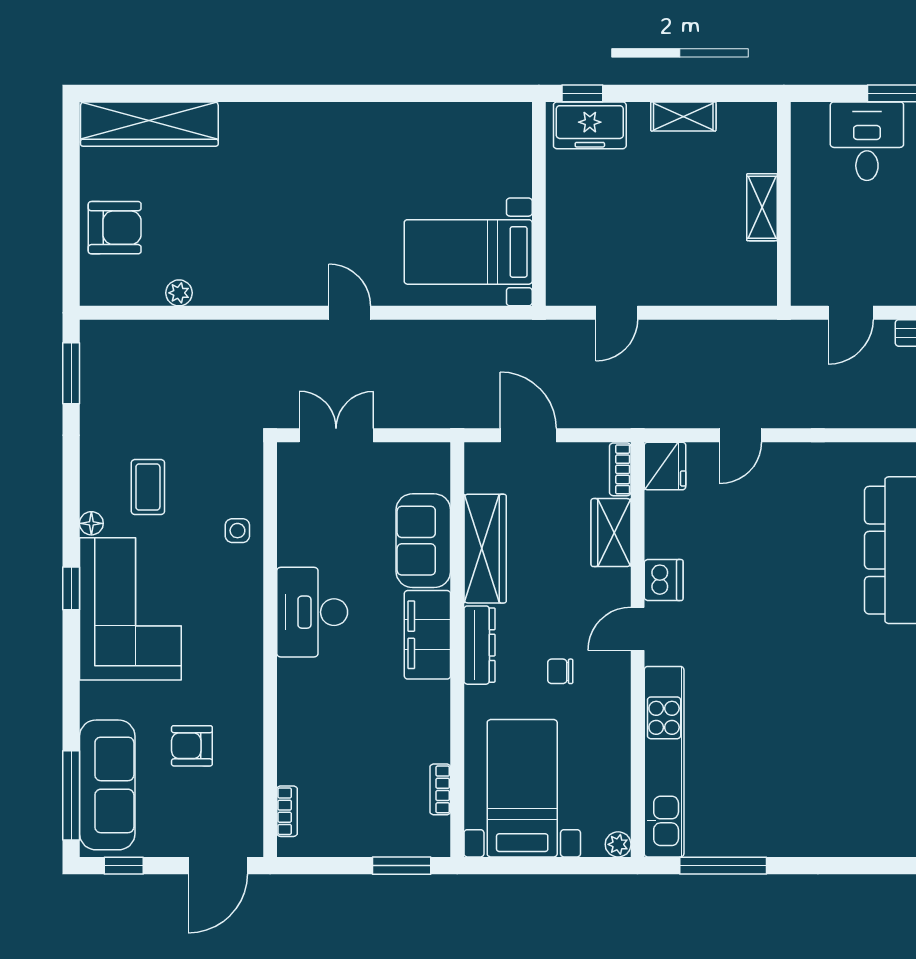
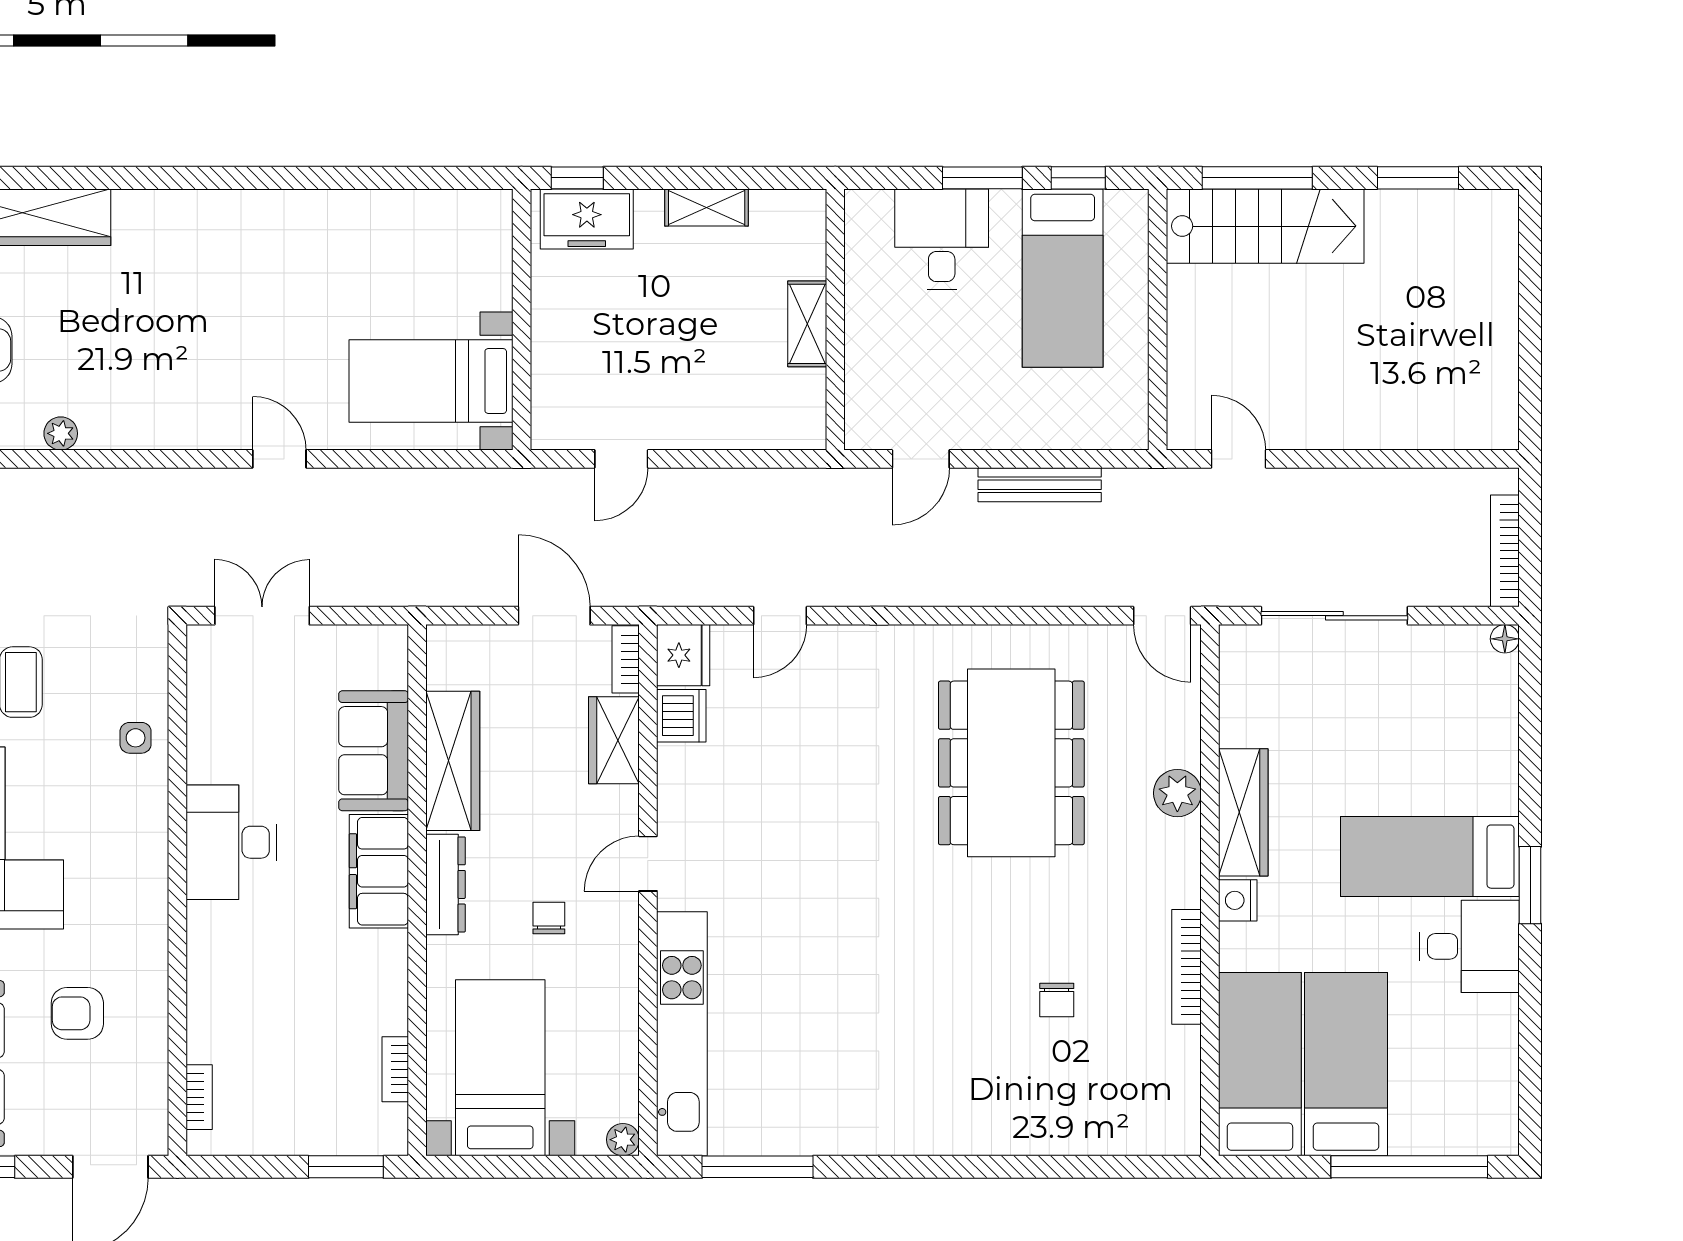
door: (528, 435) -> (554, 616), moved
dishwasher: (664, 580) -> (681, 716), moved
chair: (560, 671) -> (549, 918), turned 90

